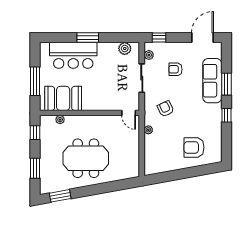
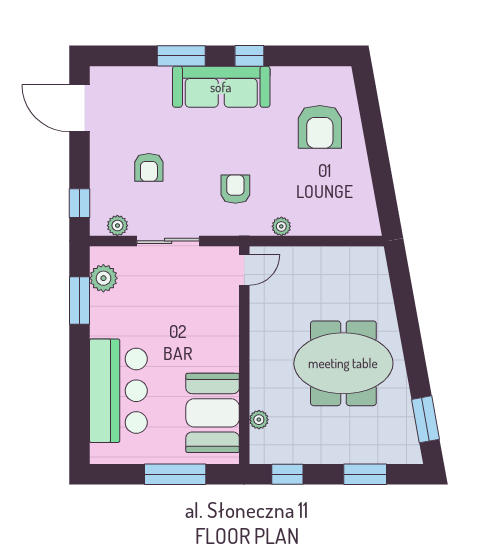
window: (88, 38) -> (79, 301), moved
sofa: (212, 81) -> (221, 87), moved
armchair: (165, 109) -> (235, 189), turned 115
meeting table: (86, 158) -> (343, 363), turned 90

